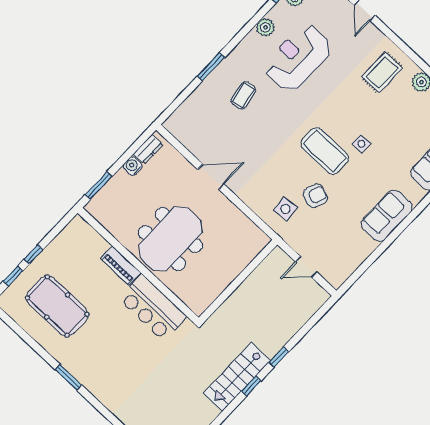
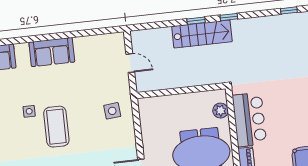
armchair: (315, 196) -> (86, 103), removed
plant: (186, 293) -> (220, 111), added
stairs: (237, 377) -> (202, 34), moved

